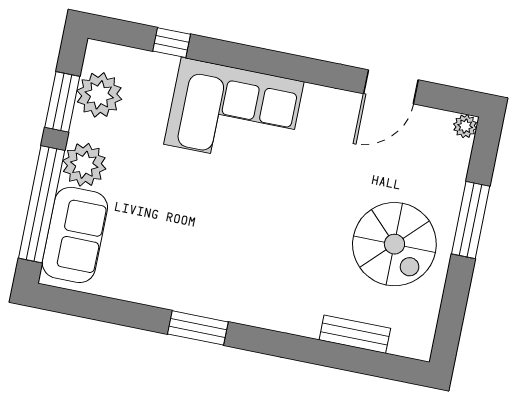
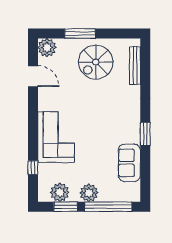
plant: (465, 126) -> (47, 48), width x1.88, depth x1.88
sofa: (75, 235) -> (129, 163), moved, turned -90
spiral stairs: (394, 244) -> (96, 62), turned 180
bench: (355, 334) -> (135, 66), width x1.36

